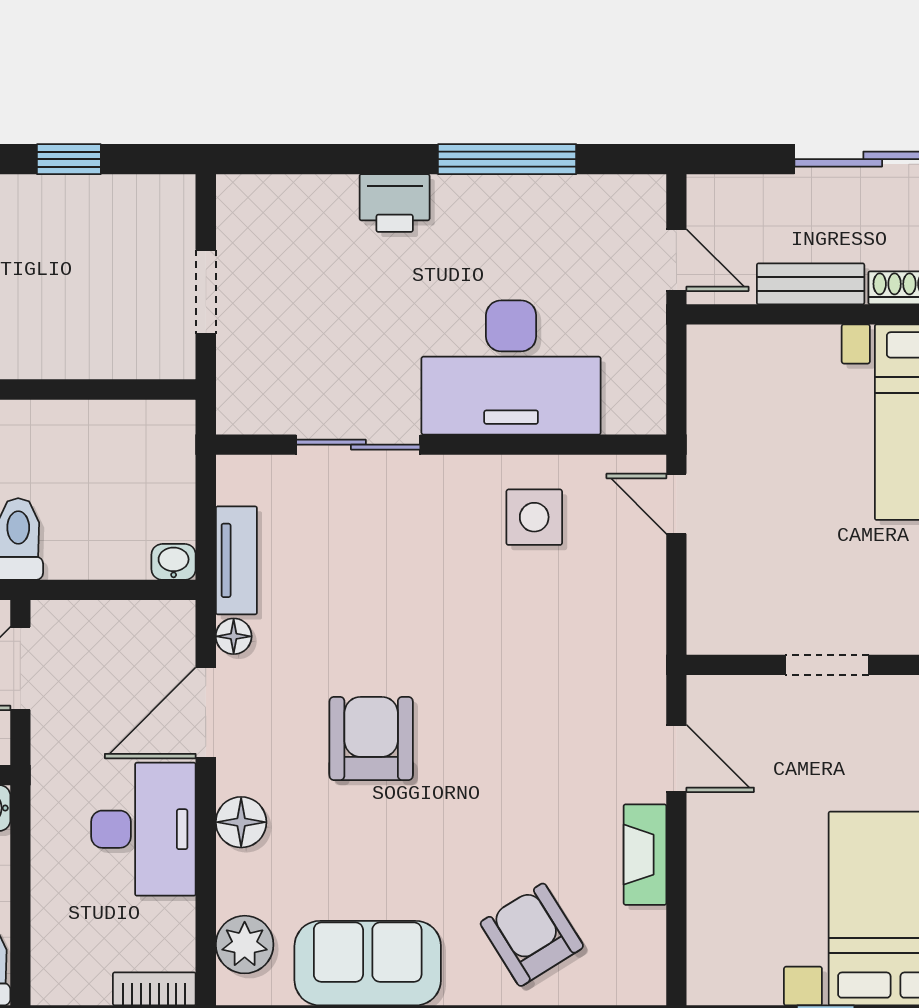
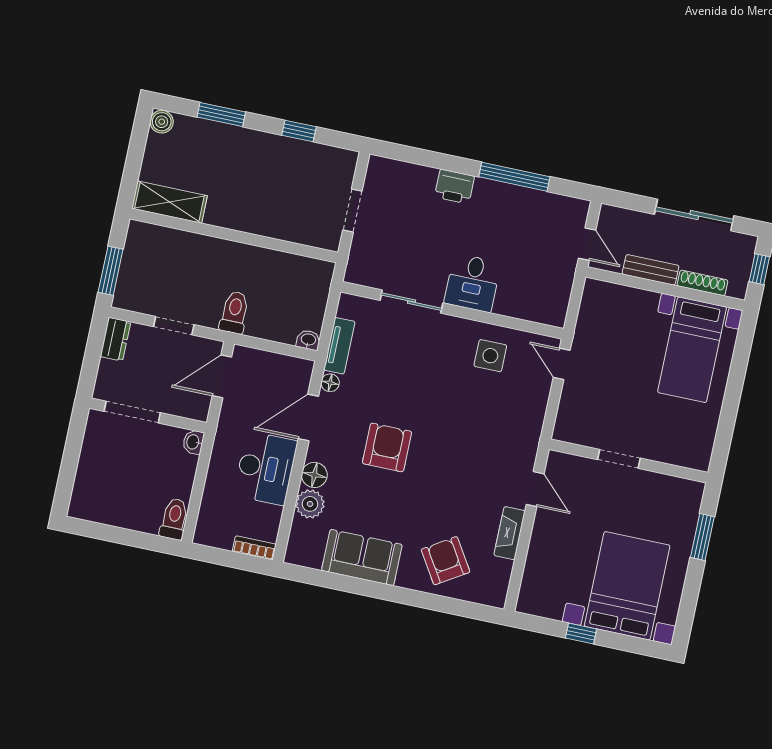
desk: (511, 367) -> (472, 283), width x0.53, depth x0.77
plant: (245, 945) -> (310, 504), moved

